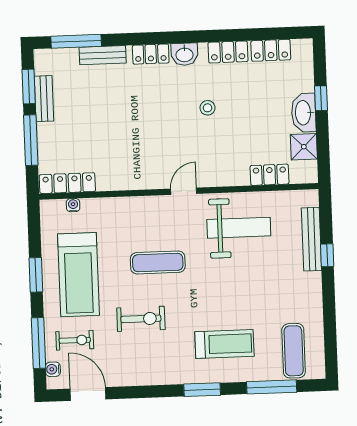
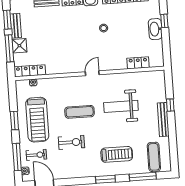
shower: (304, 147) -> (19, 46), moved
weight bench: (239, 228) -> (121, 106), moved, turned 180
bench: (311, 239) -> (163, 120), moved

